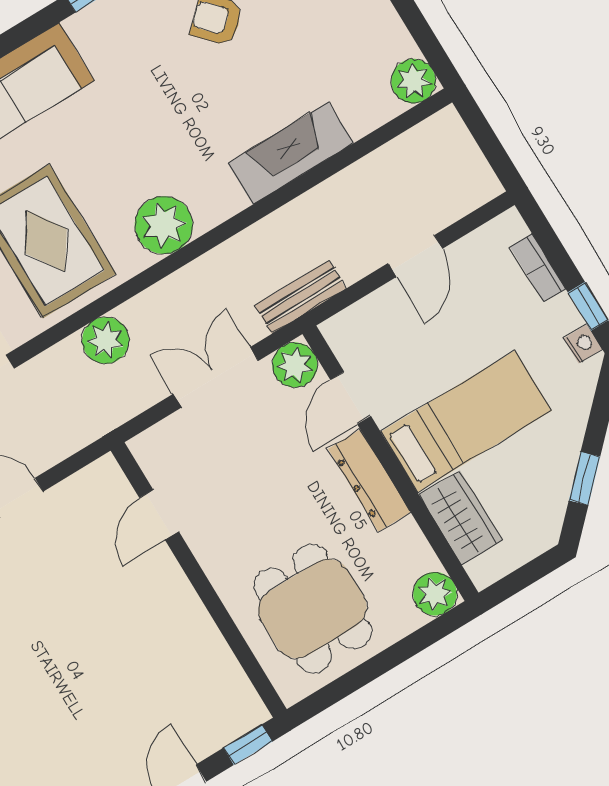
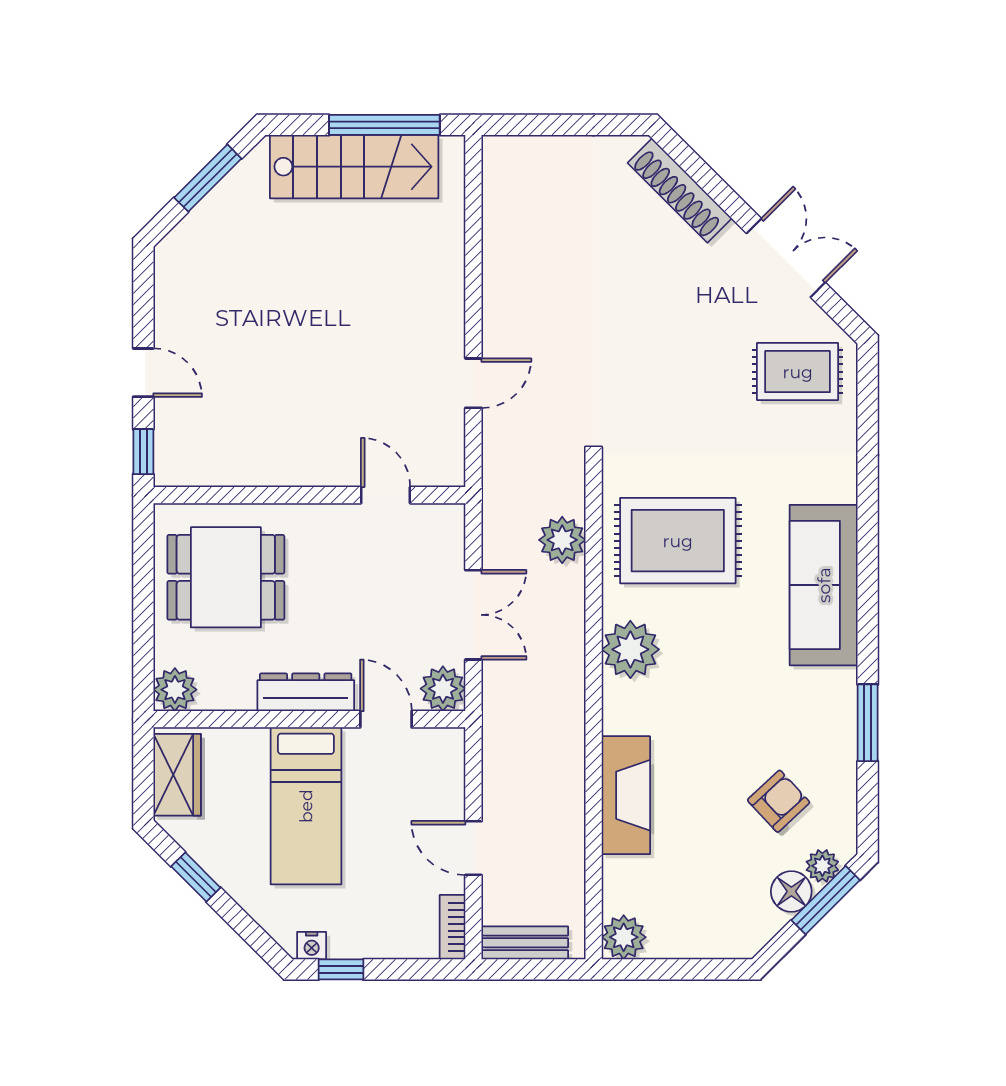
bookcase: (538, 268) -> (453, 927), moved, turned -90
bench: (300, 297) -> (525, 943), moved, turned 90
wardrobe: (461, 518) -> (177, 775), moved, turned -90

